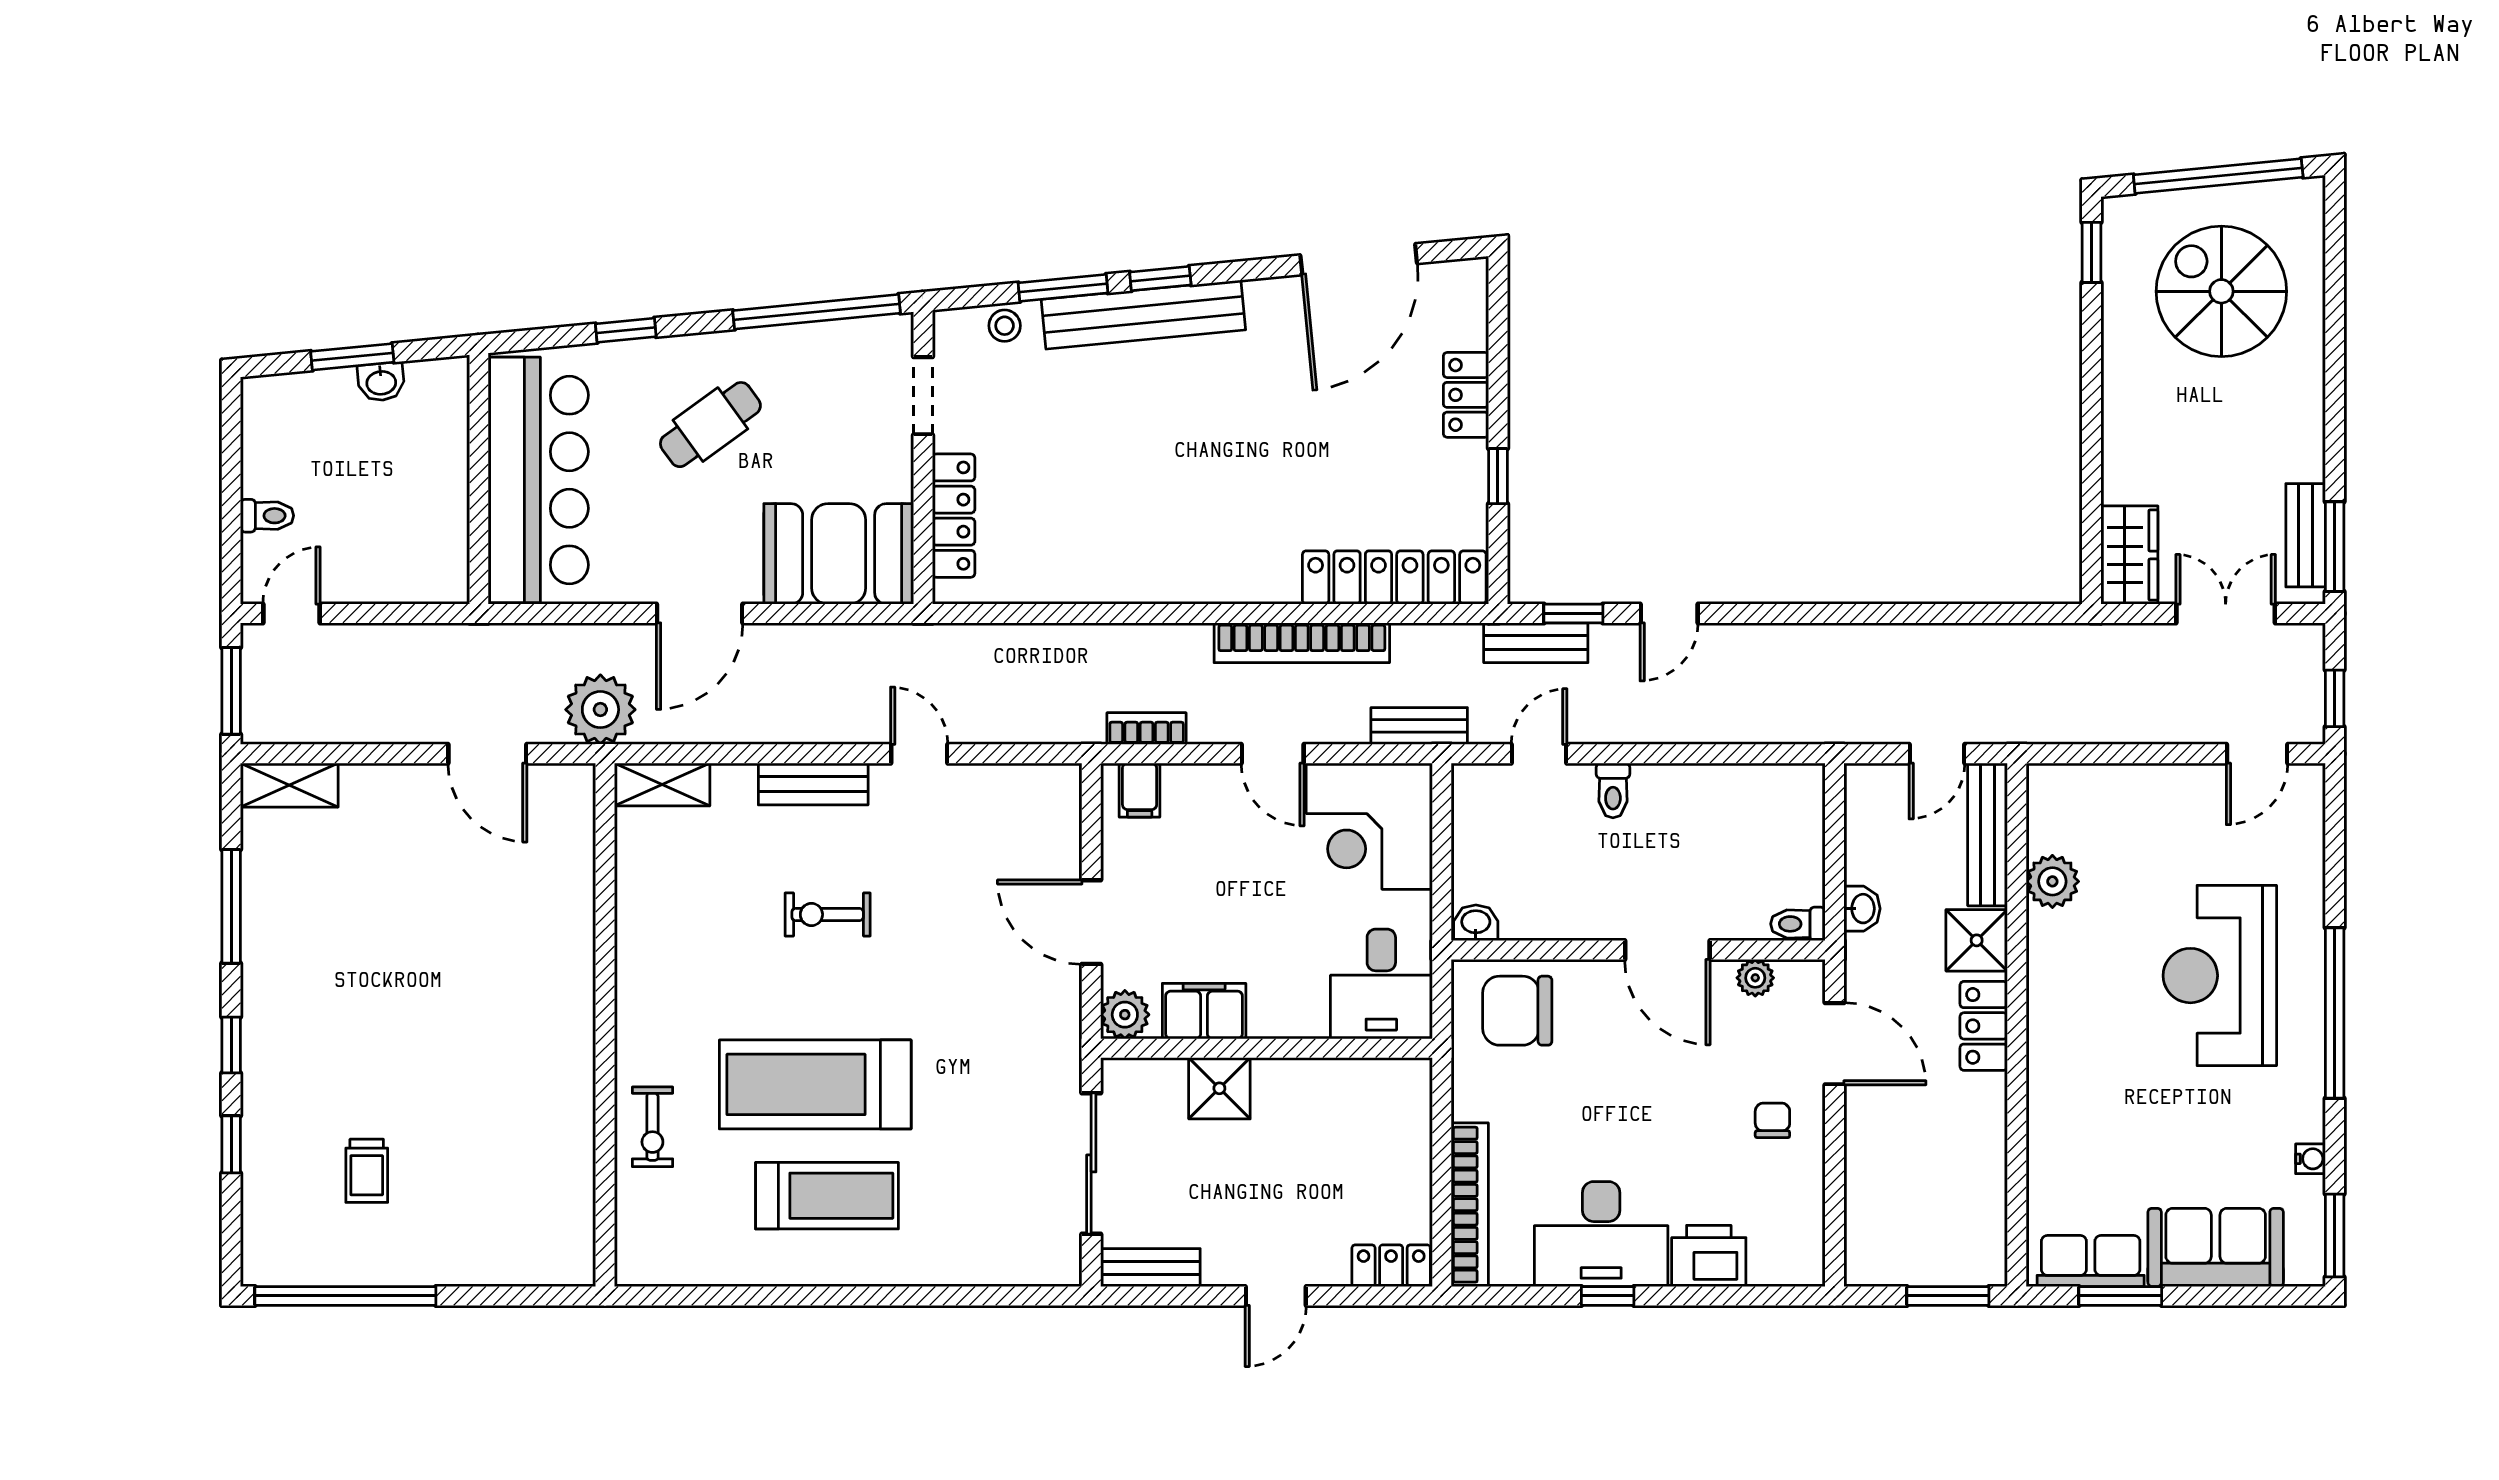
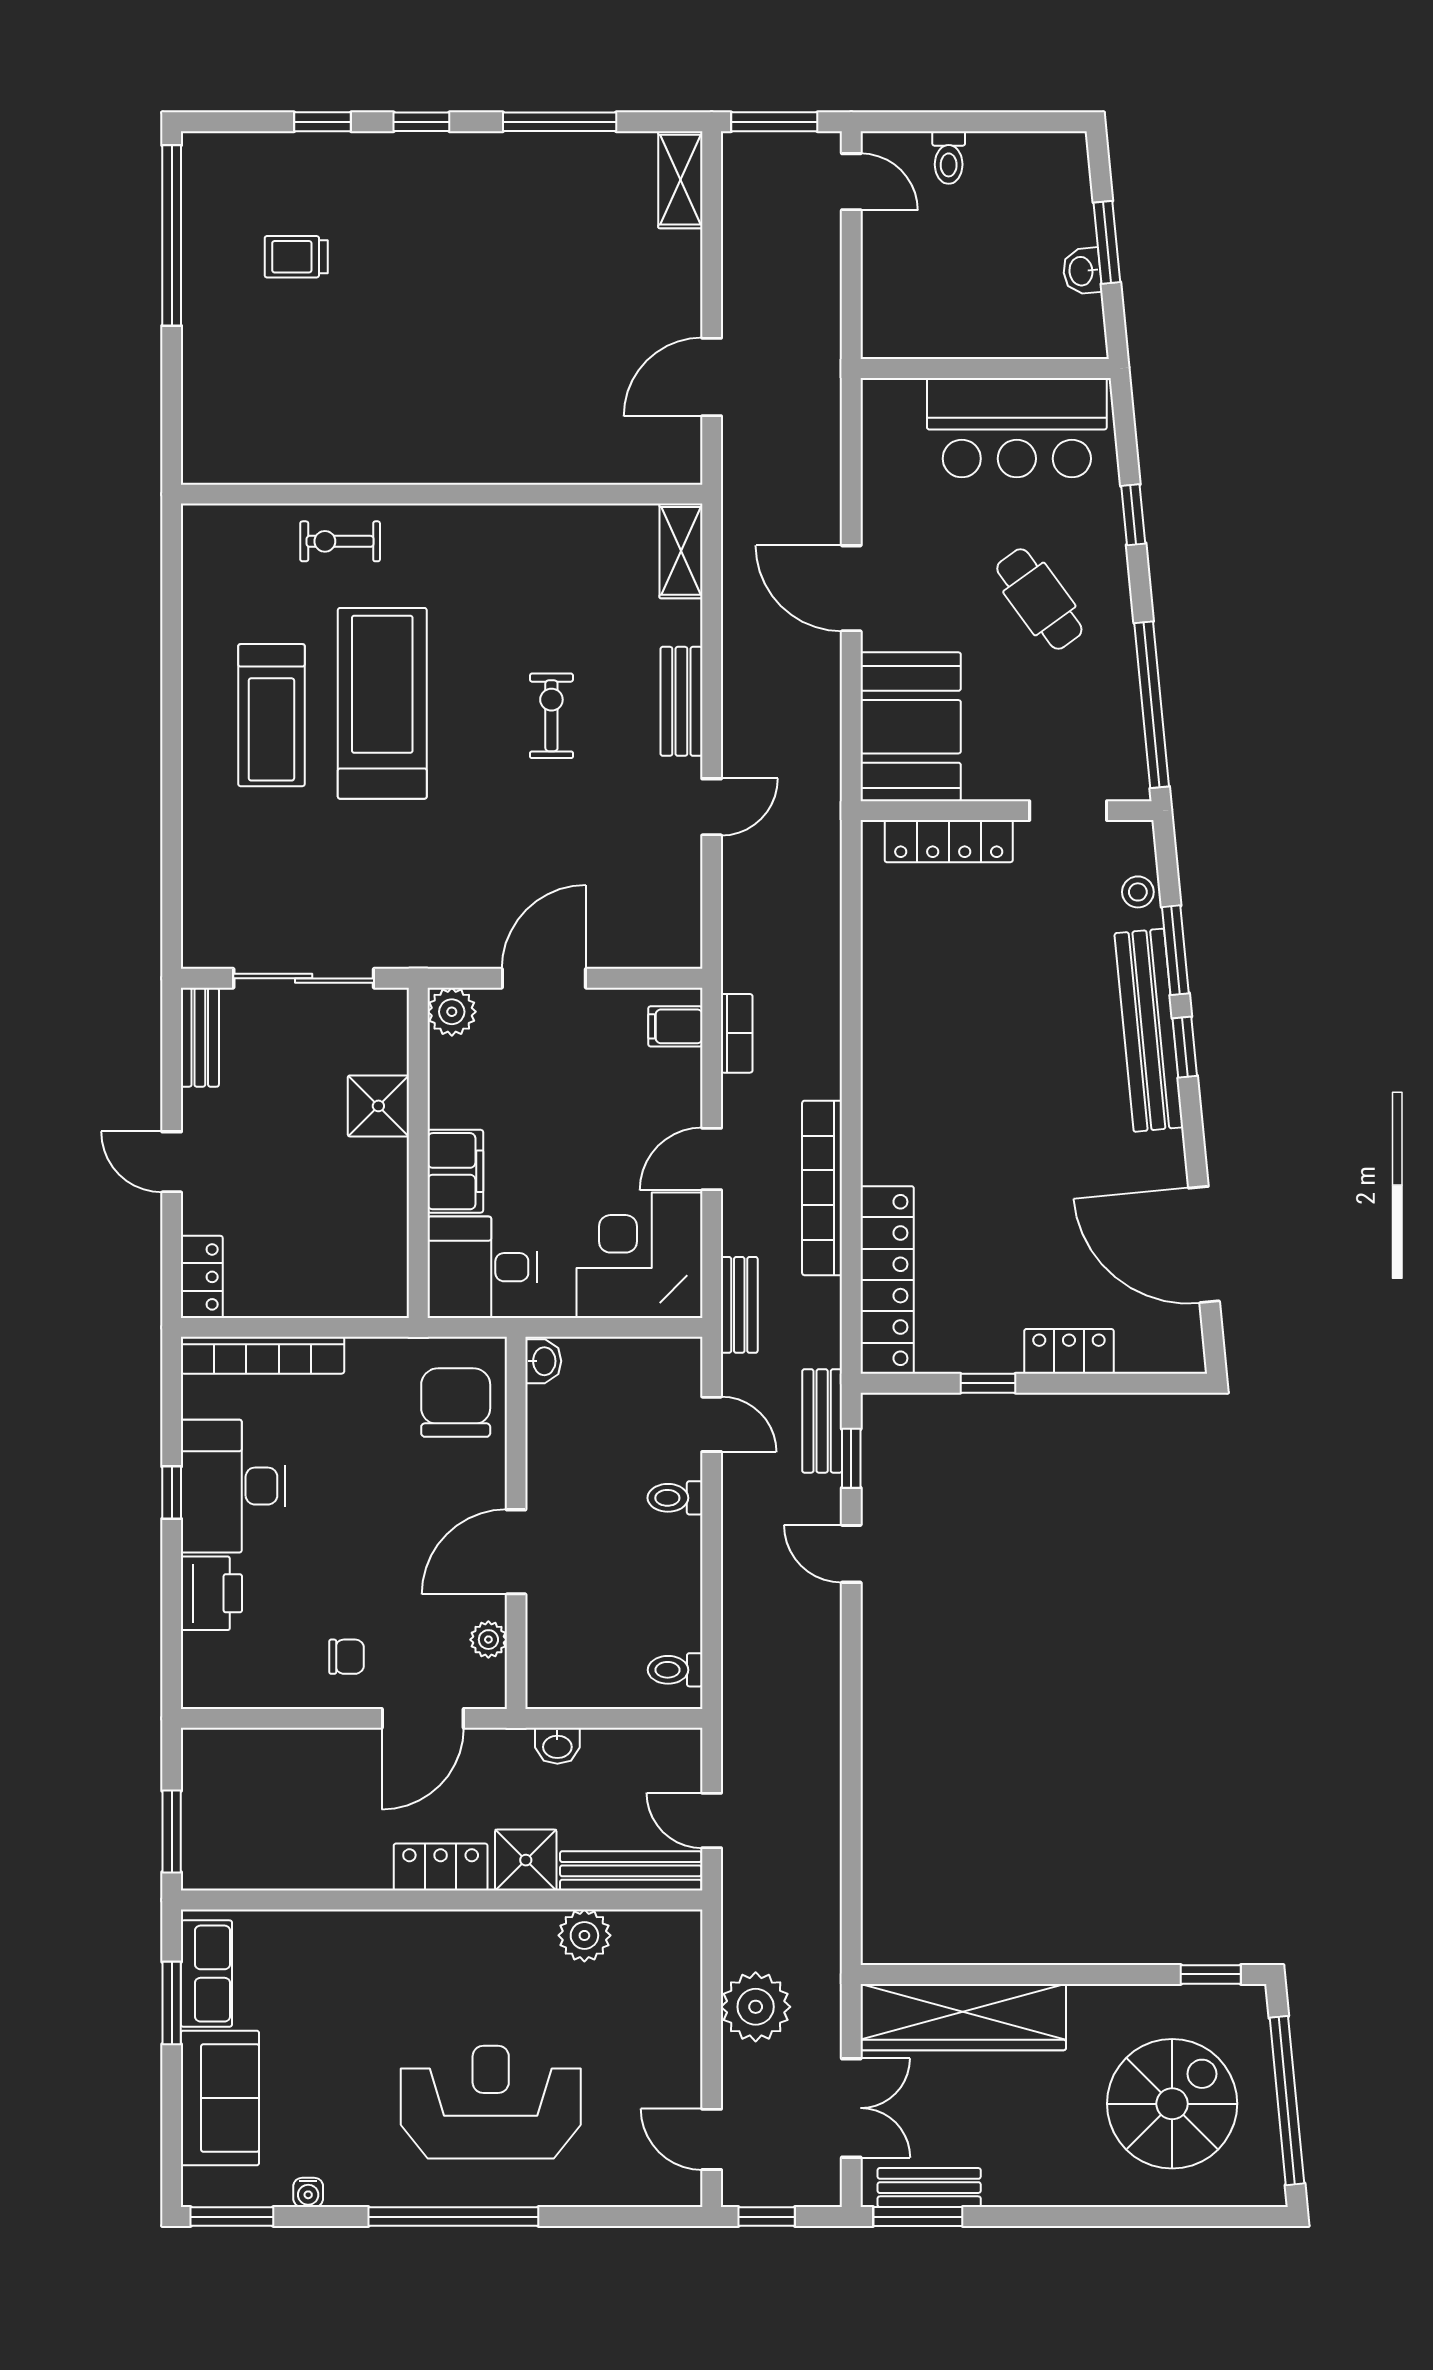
bar counter: (538, 480) -> (1017, 428), width x0.73
wardrobe: (2129, 555) -> (963, 2017), width x2.10, depth x1.17
plant: (600, 710) -> (756, 2007), moved
toilet: (1798, 924) -> (675, 1670), moved, turned -90
filing cabinet: (1204, 1011) -> (455, 1171), moved

